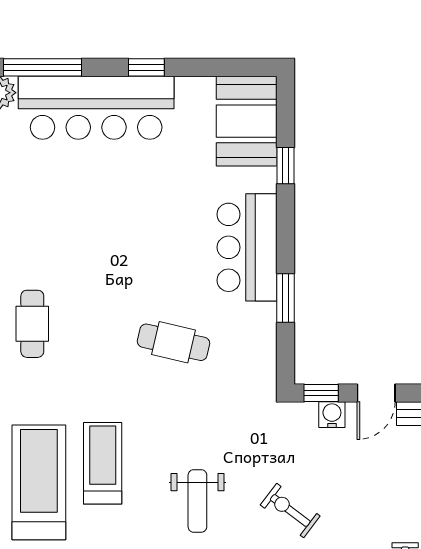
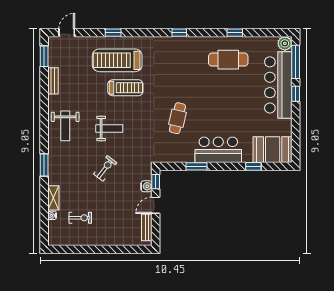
window: (146, 67) -> (296, 94), moved
cafe table: (32, 324) -> (228, 60), moved, width x1.37, depth x1.35
door: (376, 393) -> (156, 205), hinge flipped
treadmill: (39, 482) -> (117, 60), turned 180
weight bench: (197, 501) -> (109, 128), turned 180

